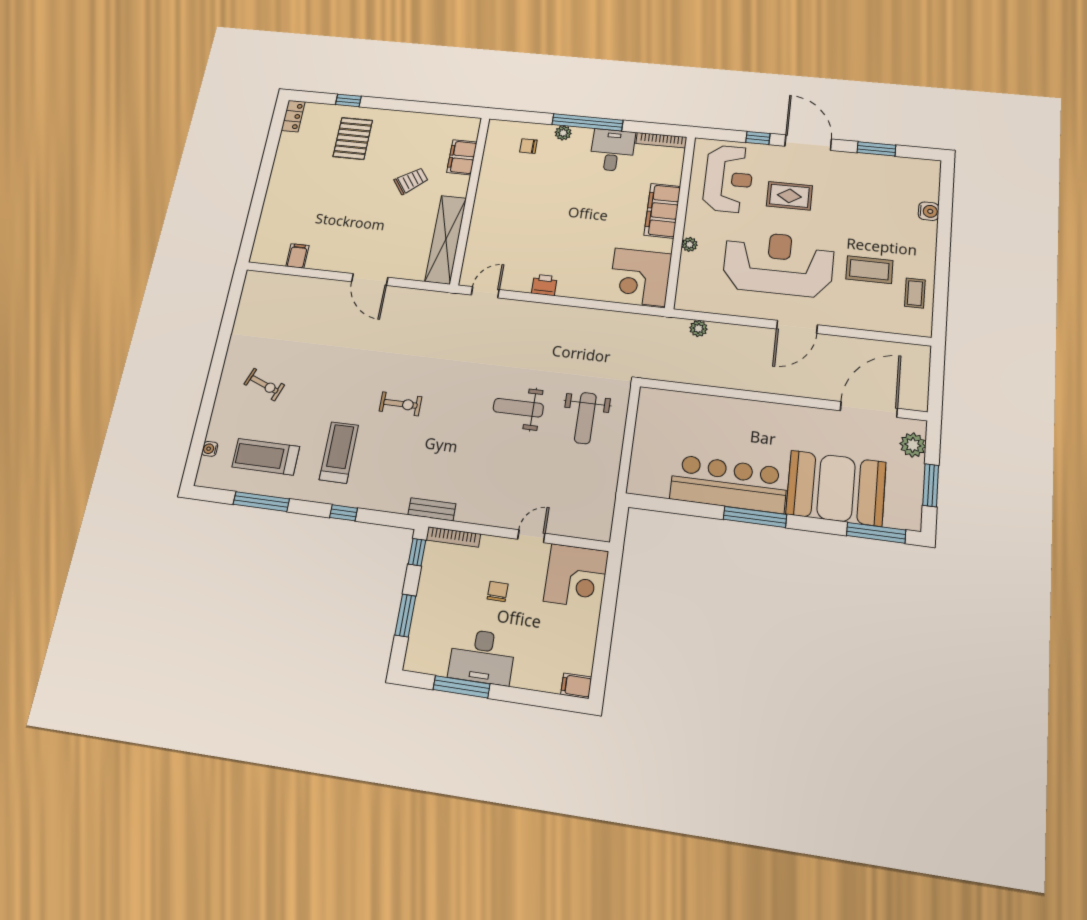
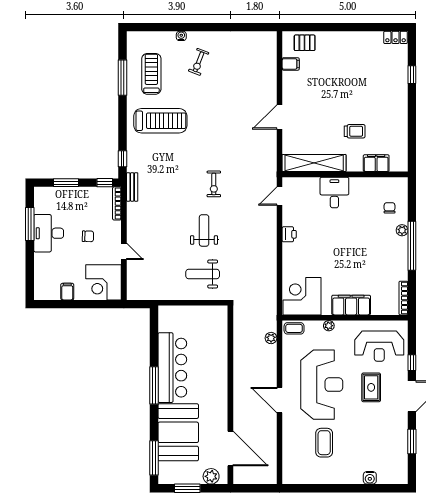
pallet: (353, 138) -> (305, 43), moved, width x0.67, depth x0.71
desk: (612, 150) -> (334, 193), moved, turned -90
trolley: (411, 181) -> (355, 131), turned -54
door: (485, 292) -> (280, 196), swing flipped
coffee table: (915, 293) -> (294, 328), moved
exercise bike: (400, 404) -> (214, 184), moved
water cooler: (210, 449) -> (181, 36), moved
treadmill: (339, 452) -> (160, 121), width x1.37, depth x1.38
window: (344, 513) -> (123, 159), moved
filing cabinet: (576, 686) -> (67, 292), moved

